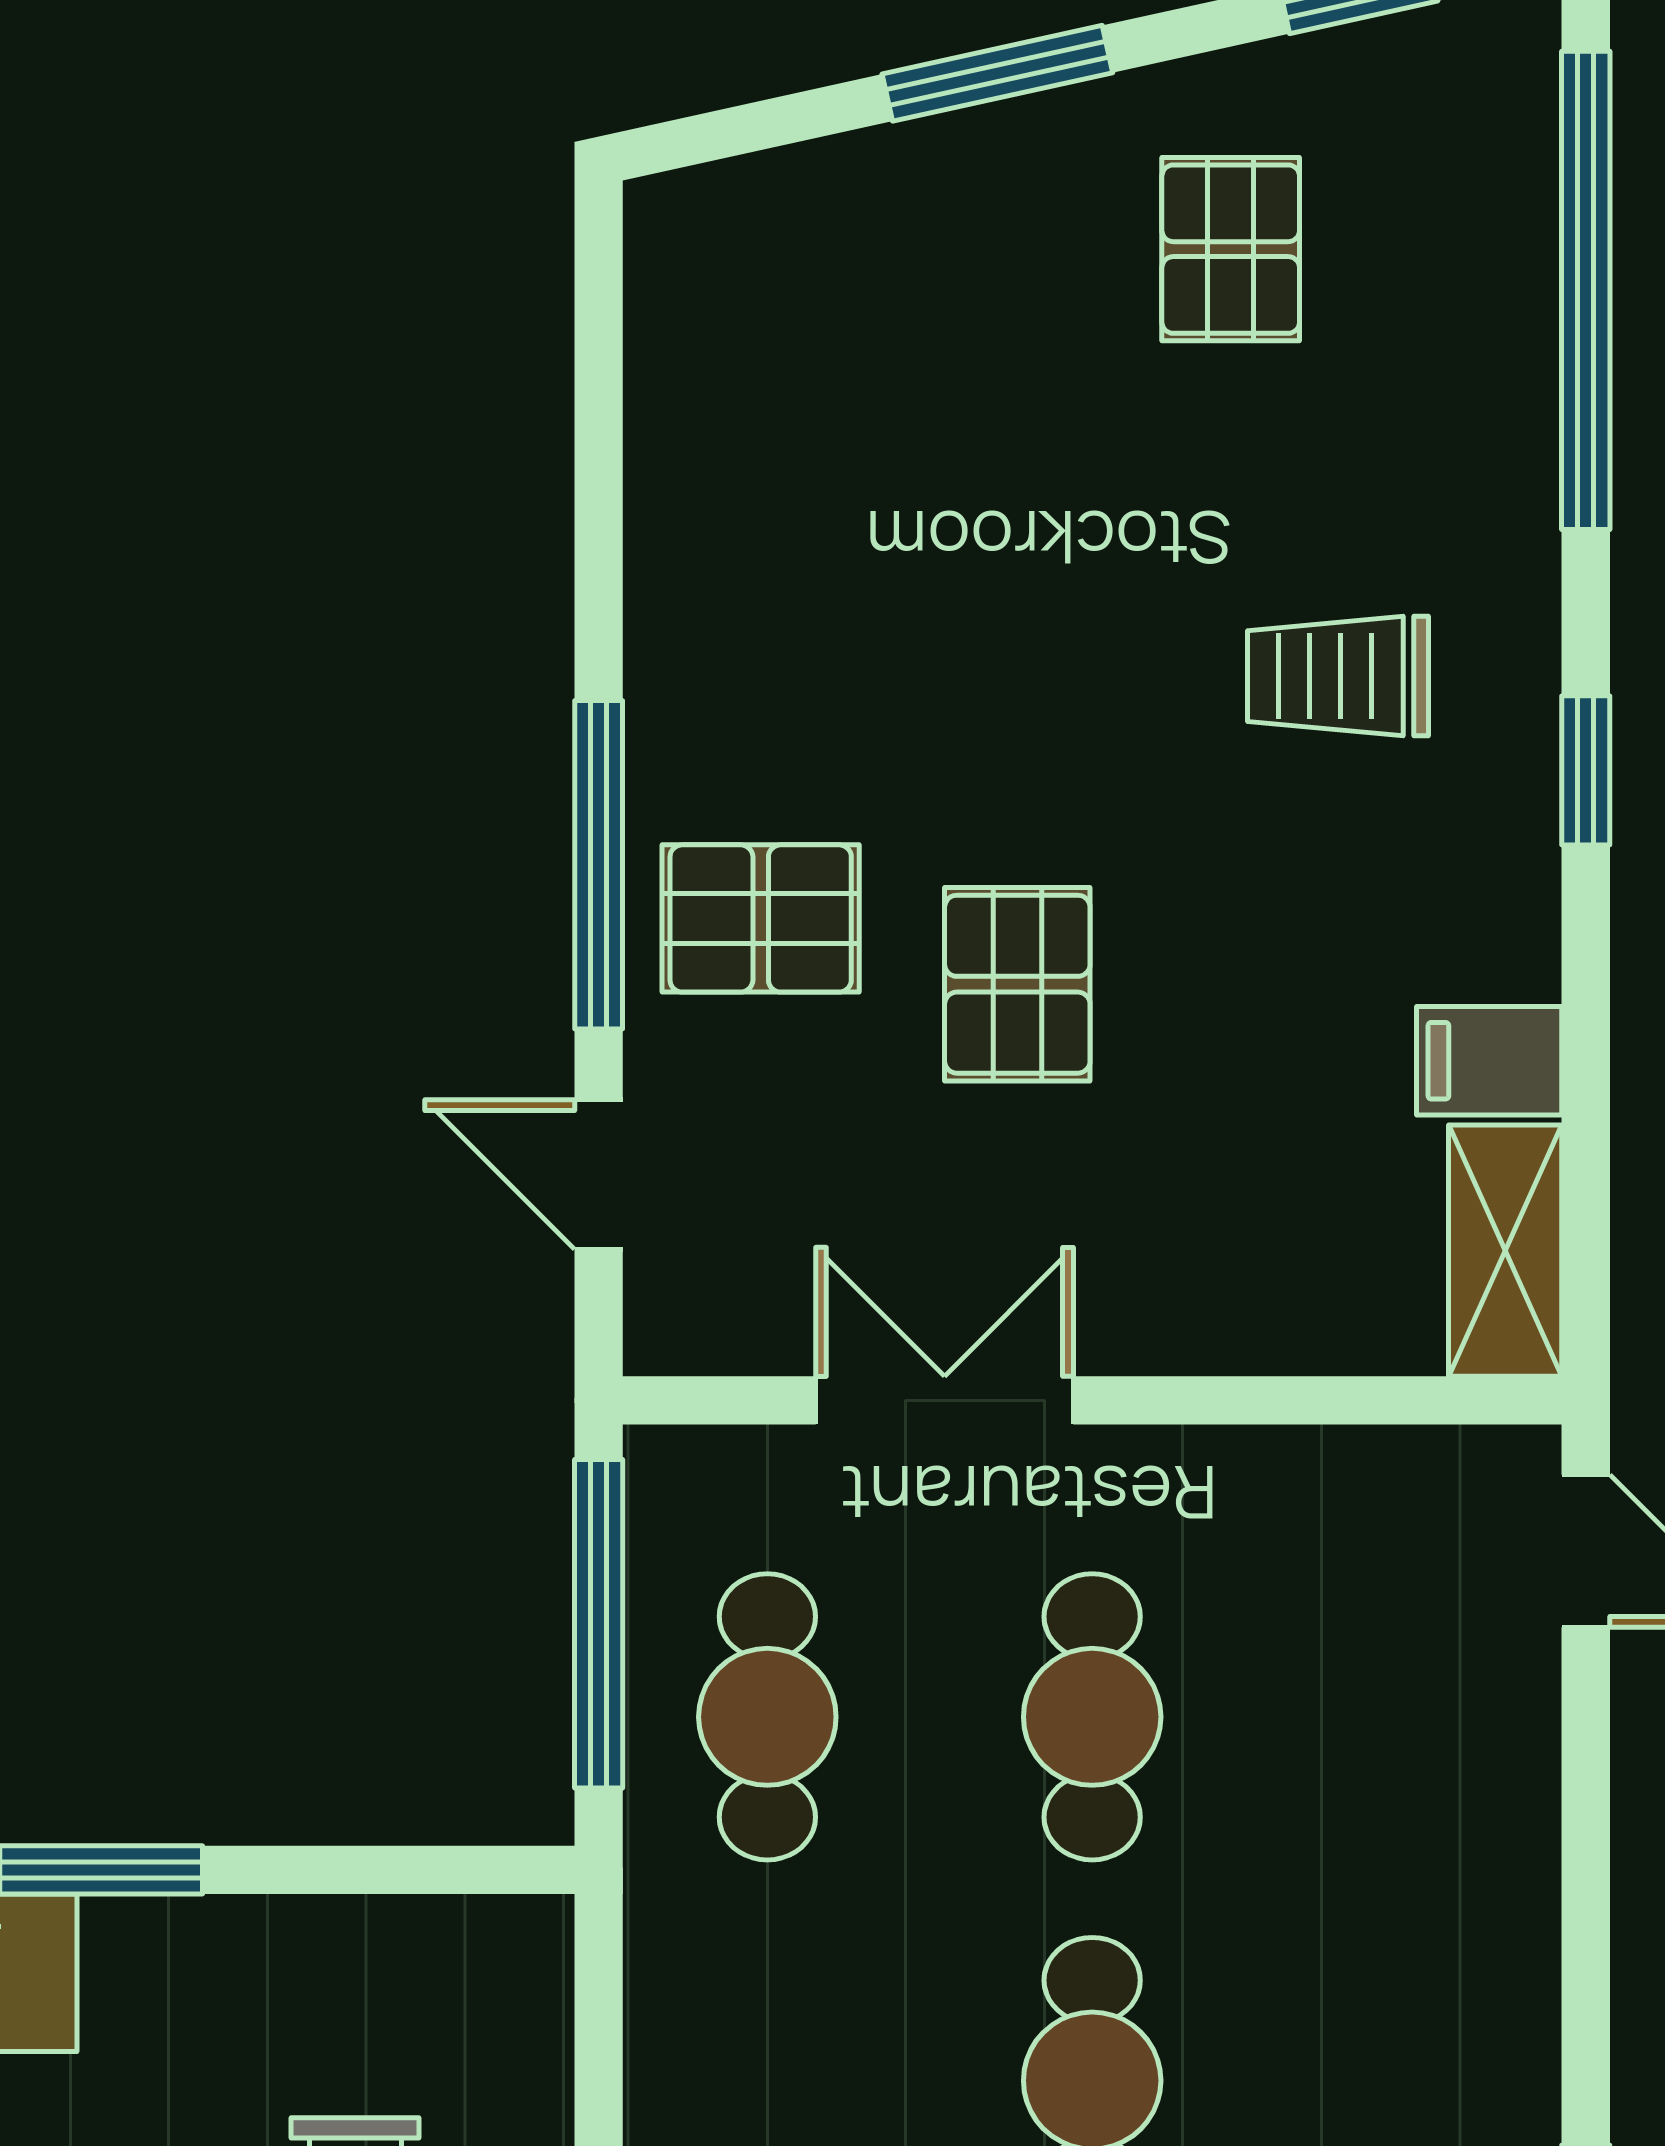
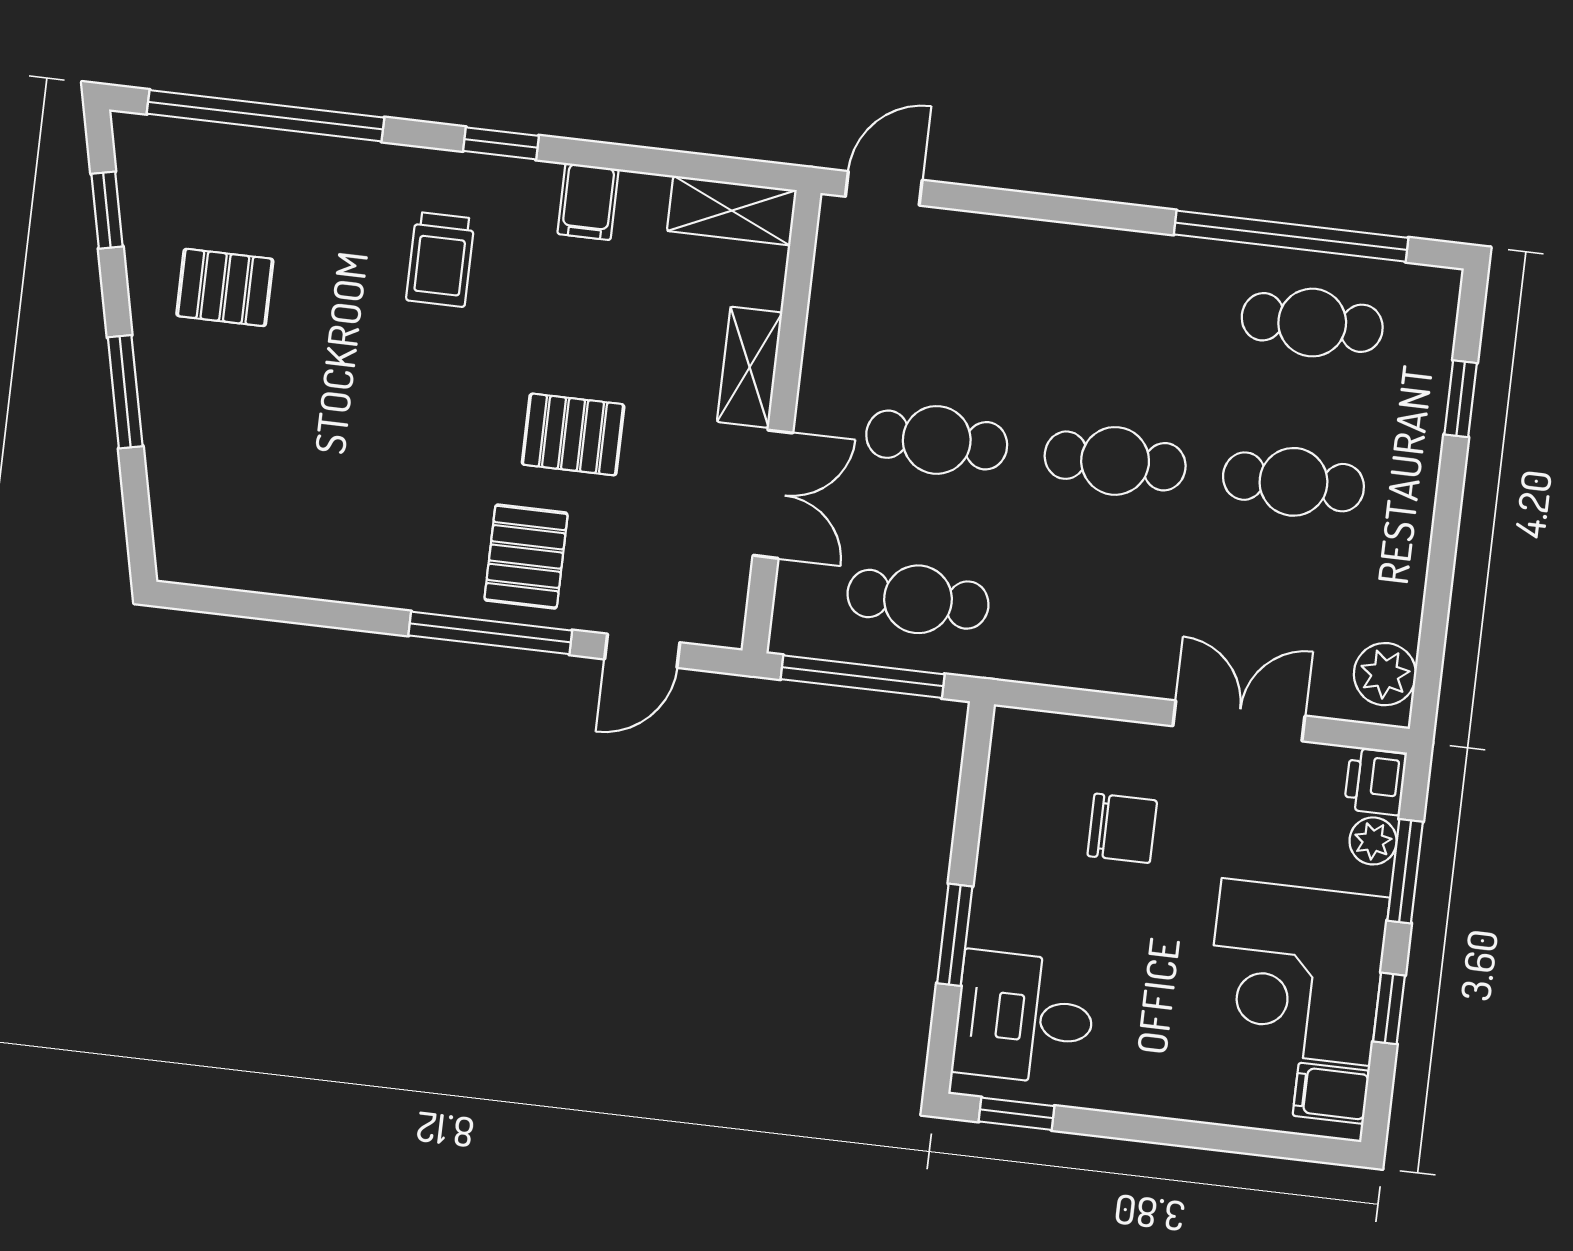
filing cabinet: (1489, 1061) -> (588, 202), moved
shelving: (1194, 1323) -> (750, 367), added
double door: (945, 1400) -> (773, 494), swing flipped

